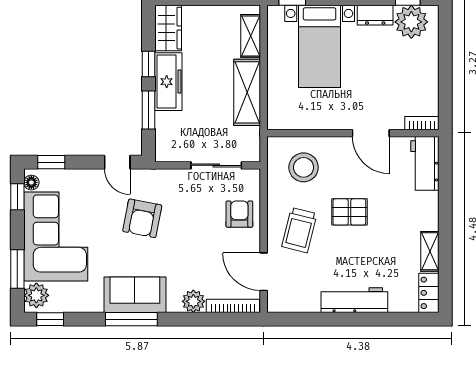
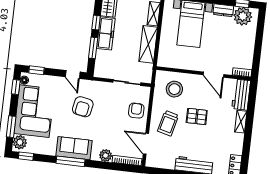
shelving: (430, 251) -> (241, 122), moved

